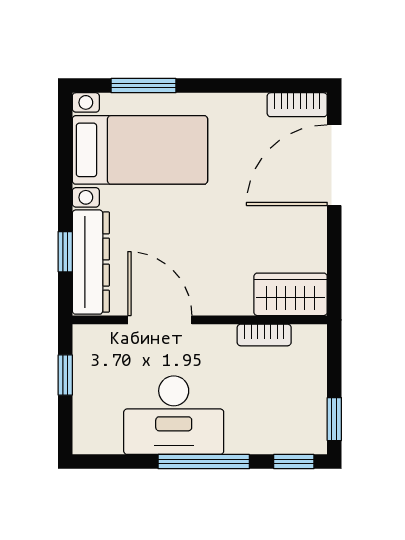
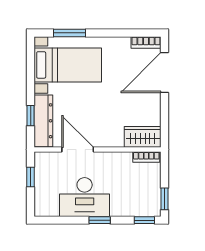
bookcase: (264, 335) -> (146, 157), moved
window: (204, 462) -> (100, 220), width x0.46

